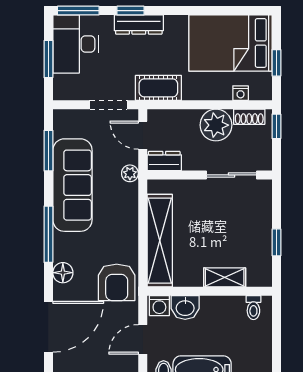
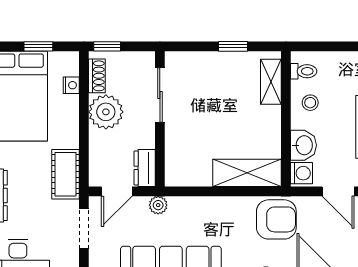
shelving: (160, 241) -> (247, 173), width x0.68
shelving: (225, 277) -> (271, 82), moved
stool: (224, 314) -> (310, 103), added

